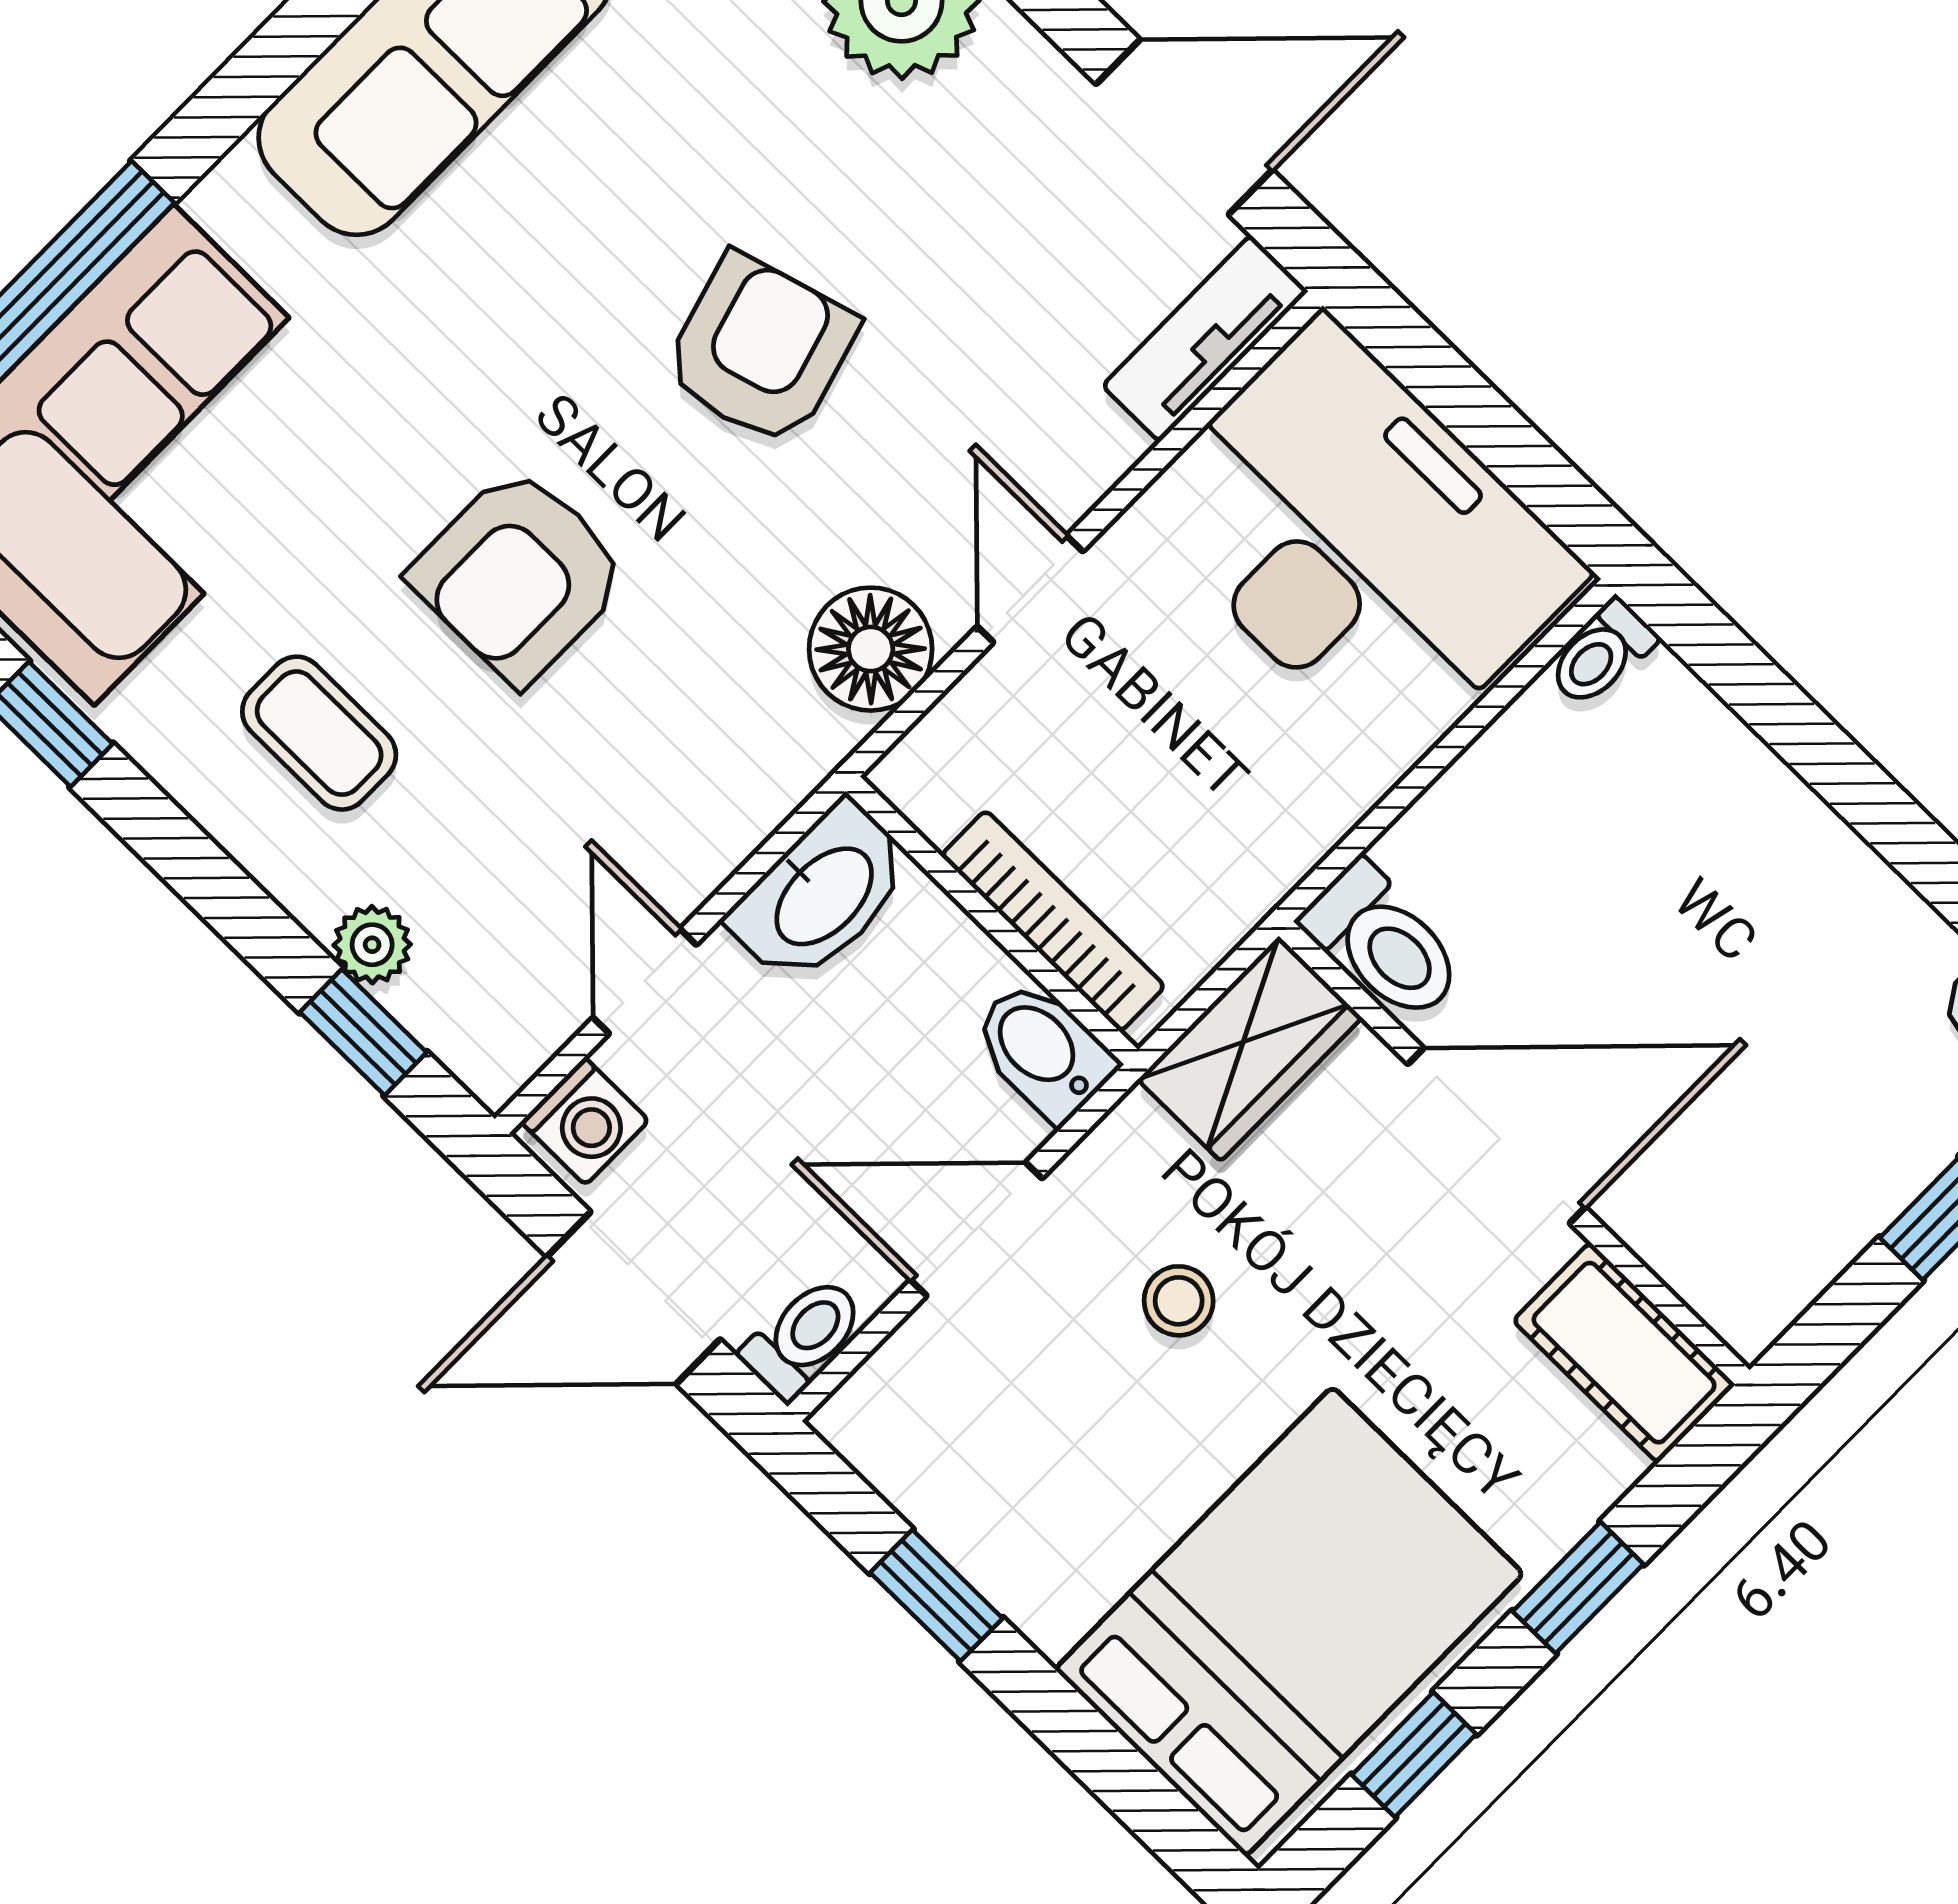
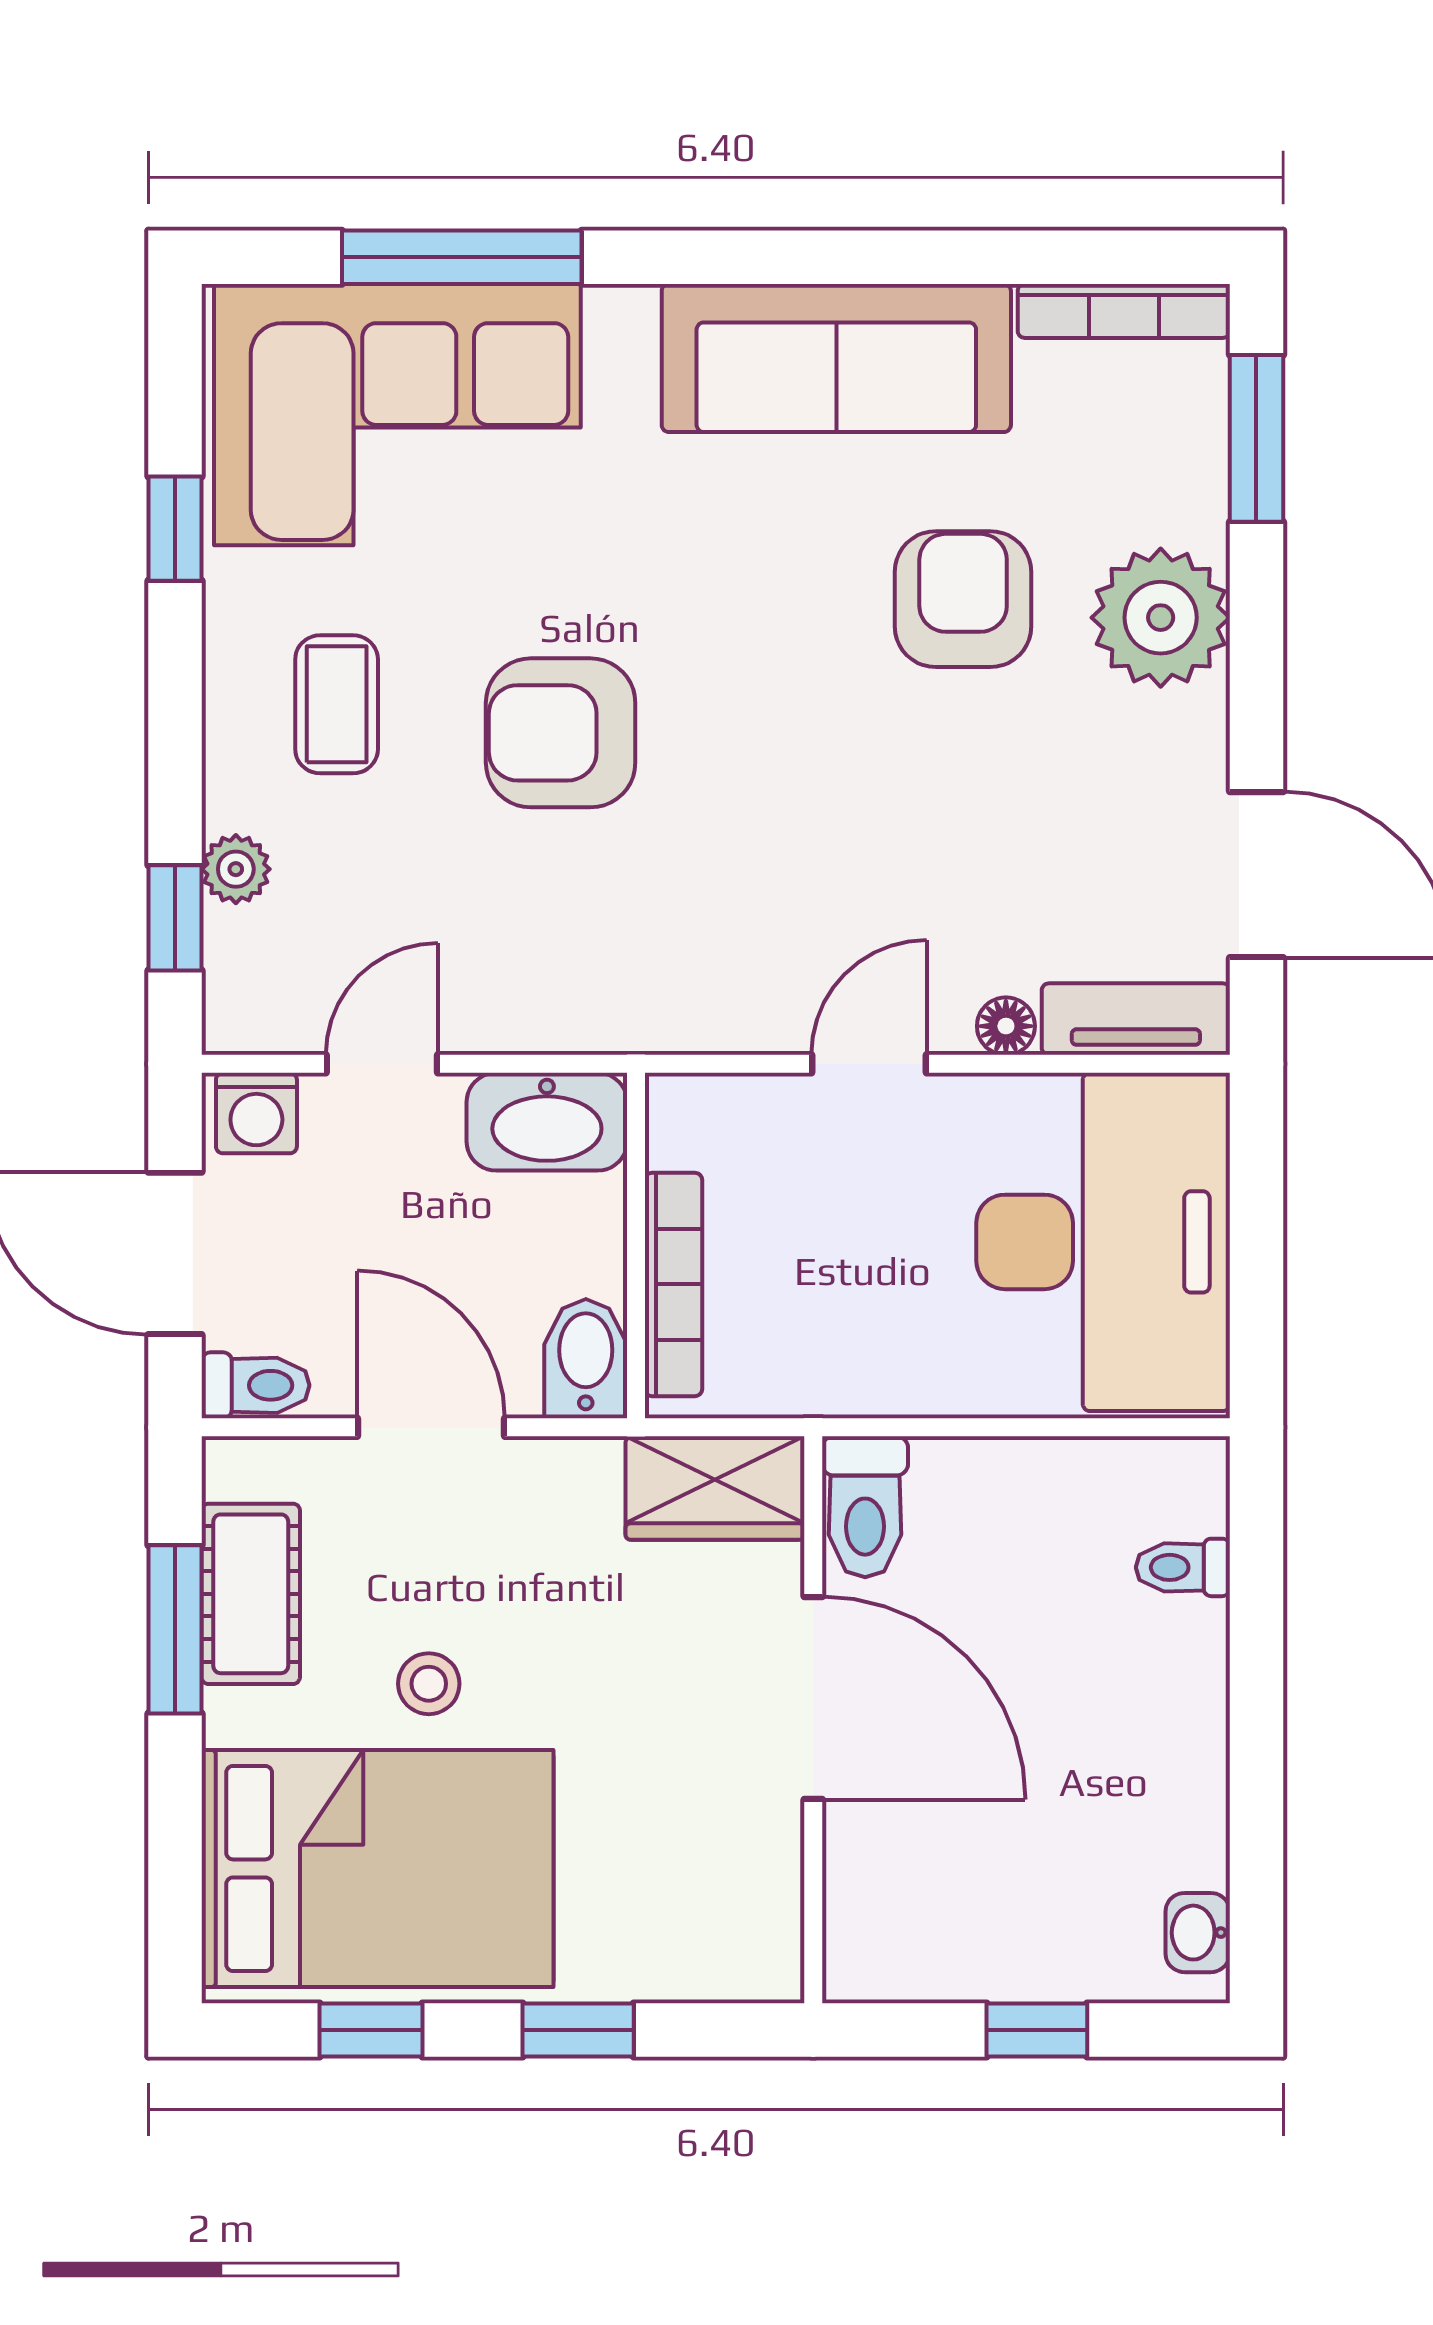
armchair: (760, 350) -> (963, 599), moved, turned -74
floor lamp: (871, 649) -> (1006, 1026), moved, width x0.53, depth x0.53
toilet: (1602, 654) -> (1183, 1567), moved
stool: (1179, 1301) -> (429, 1684), moved
cot: (1624, 1353) -> (251, 1594), moved
window: (936, 1595) -> (175, 1629), width x1.50

